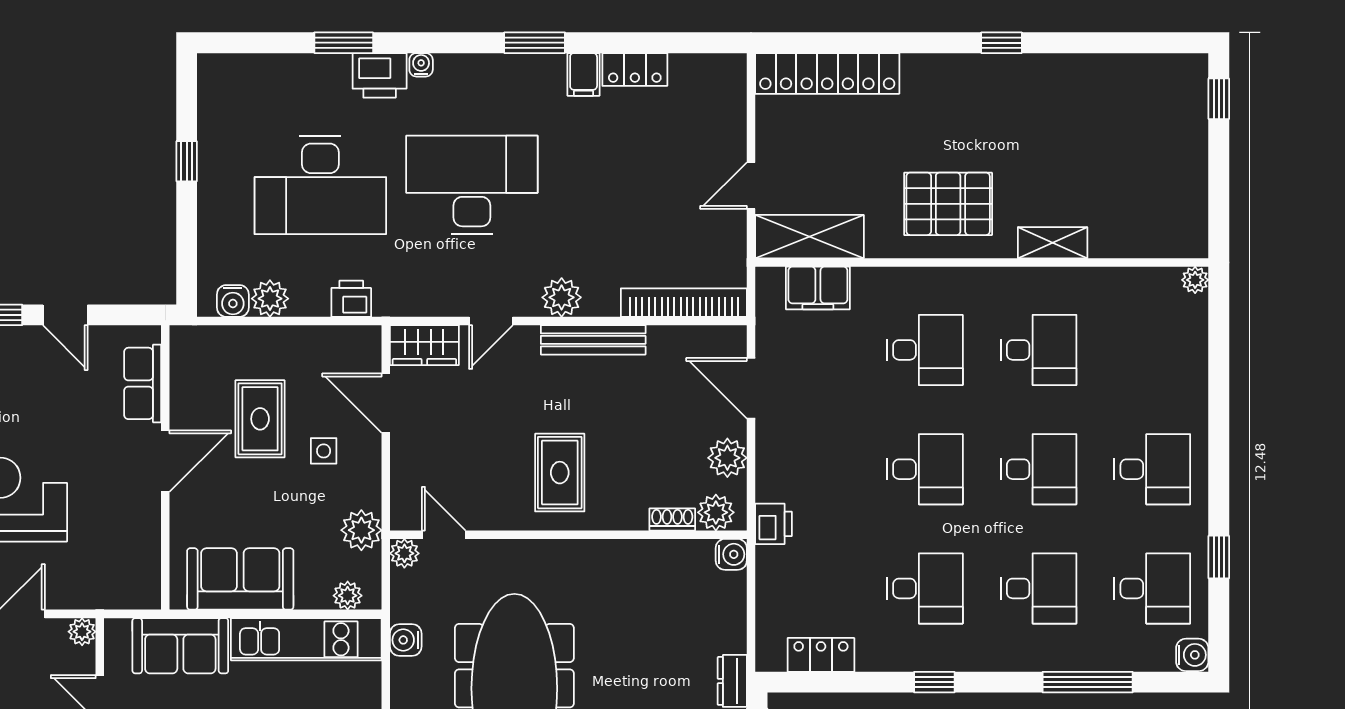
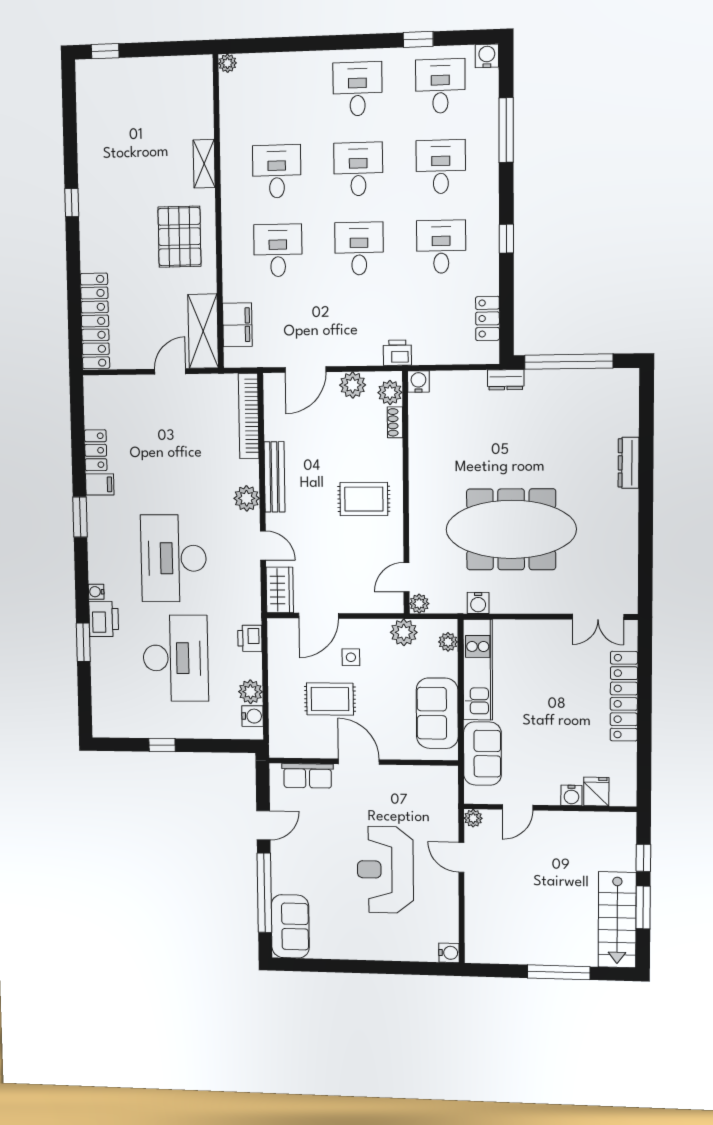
door: (751, 186) -> (170, 371), swing flipped

